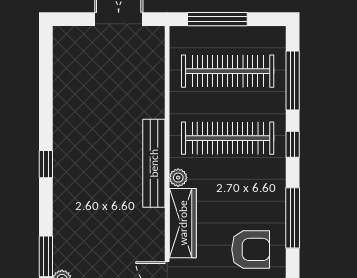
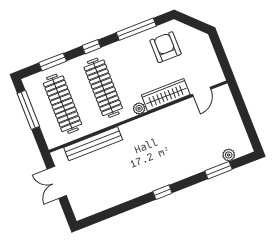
window: (217, 19) -> (28, 110), moved
window: (293, 80) -> (53, 62), width x0.69
bench: (154, 163) -> (93, 144), moved

